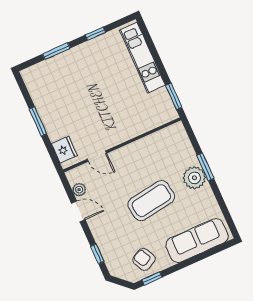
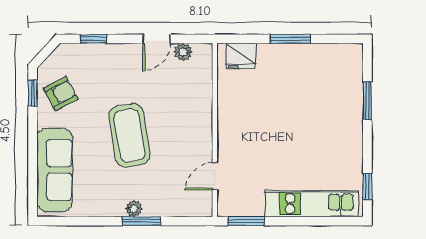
window: (95, 34) -> (367, 187), moved
door: (97, 156) -> (215, 176), moved
plant: (194, 178) -> (134, 209), width x0.53, depth x0.53

